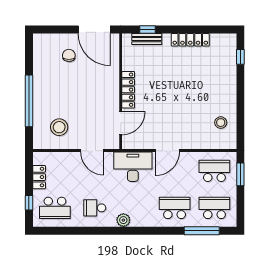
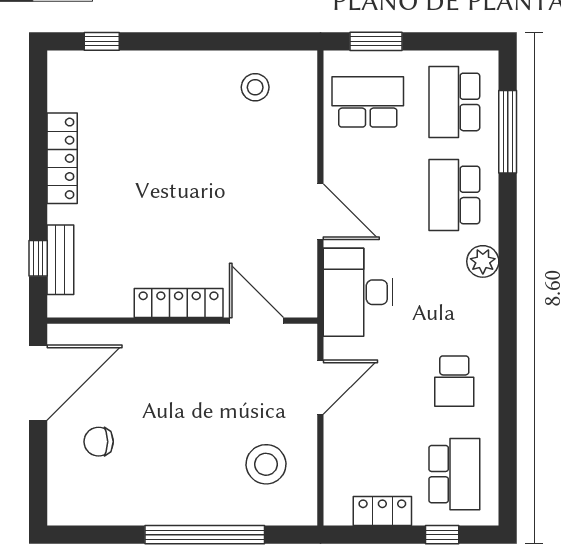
school desk: (214, 171) -> (368, 102), turned 90
plant: (123, 220) -> (483, 261), moved

